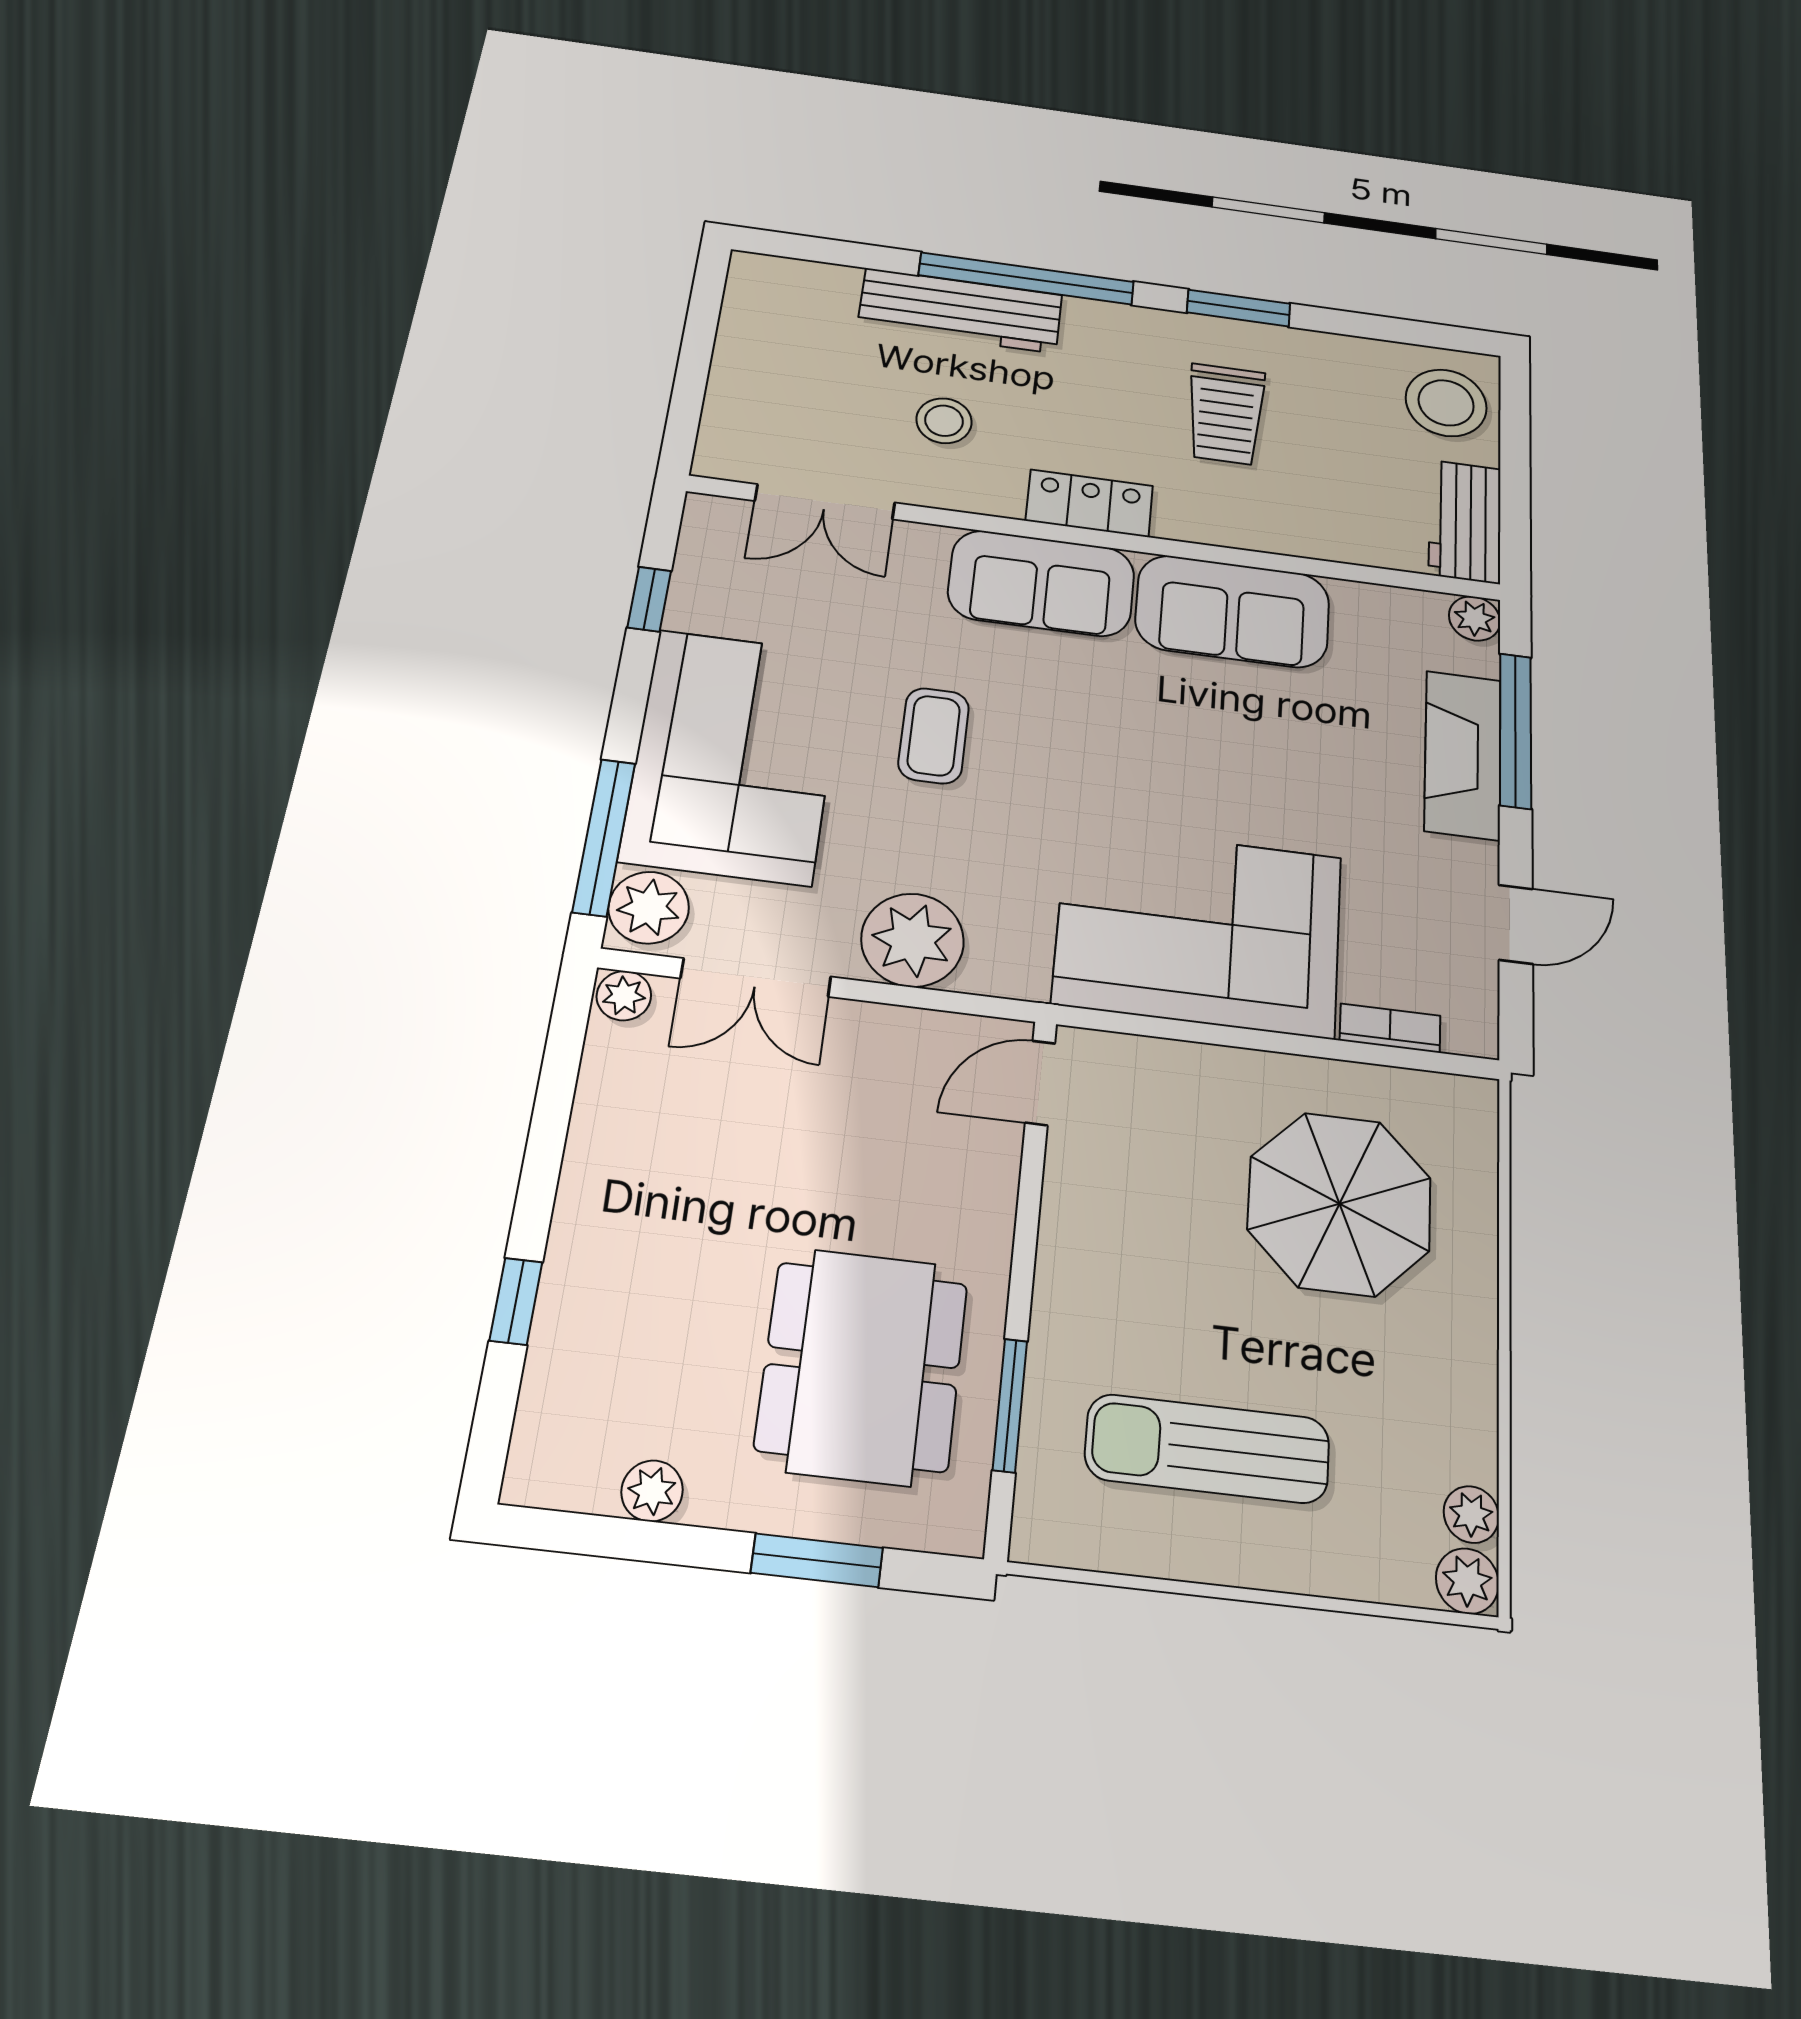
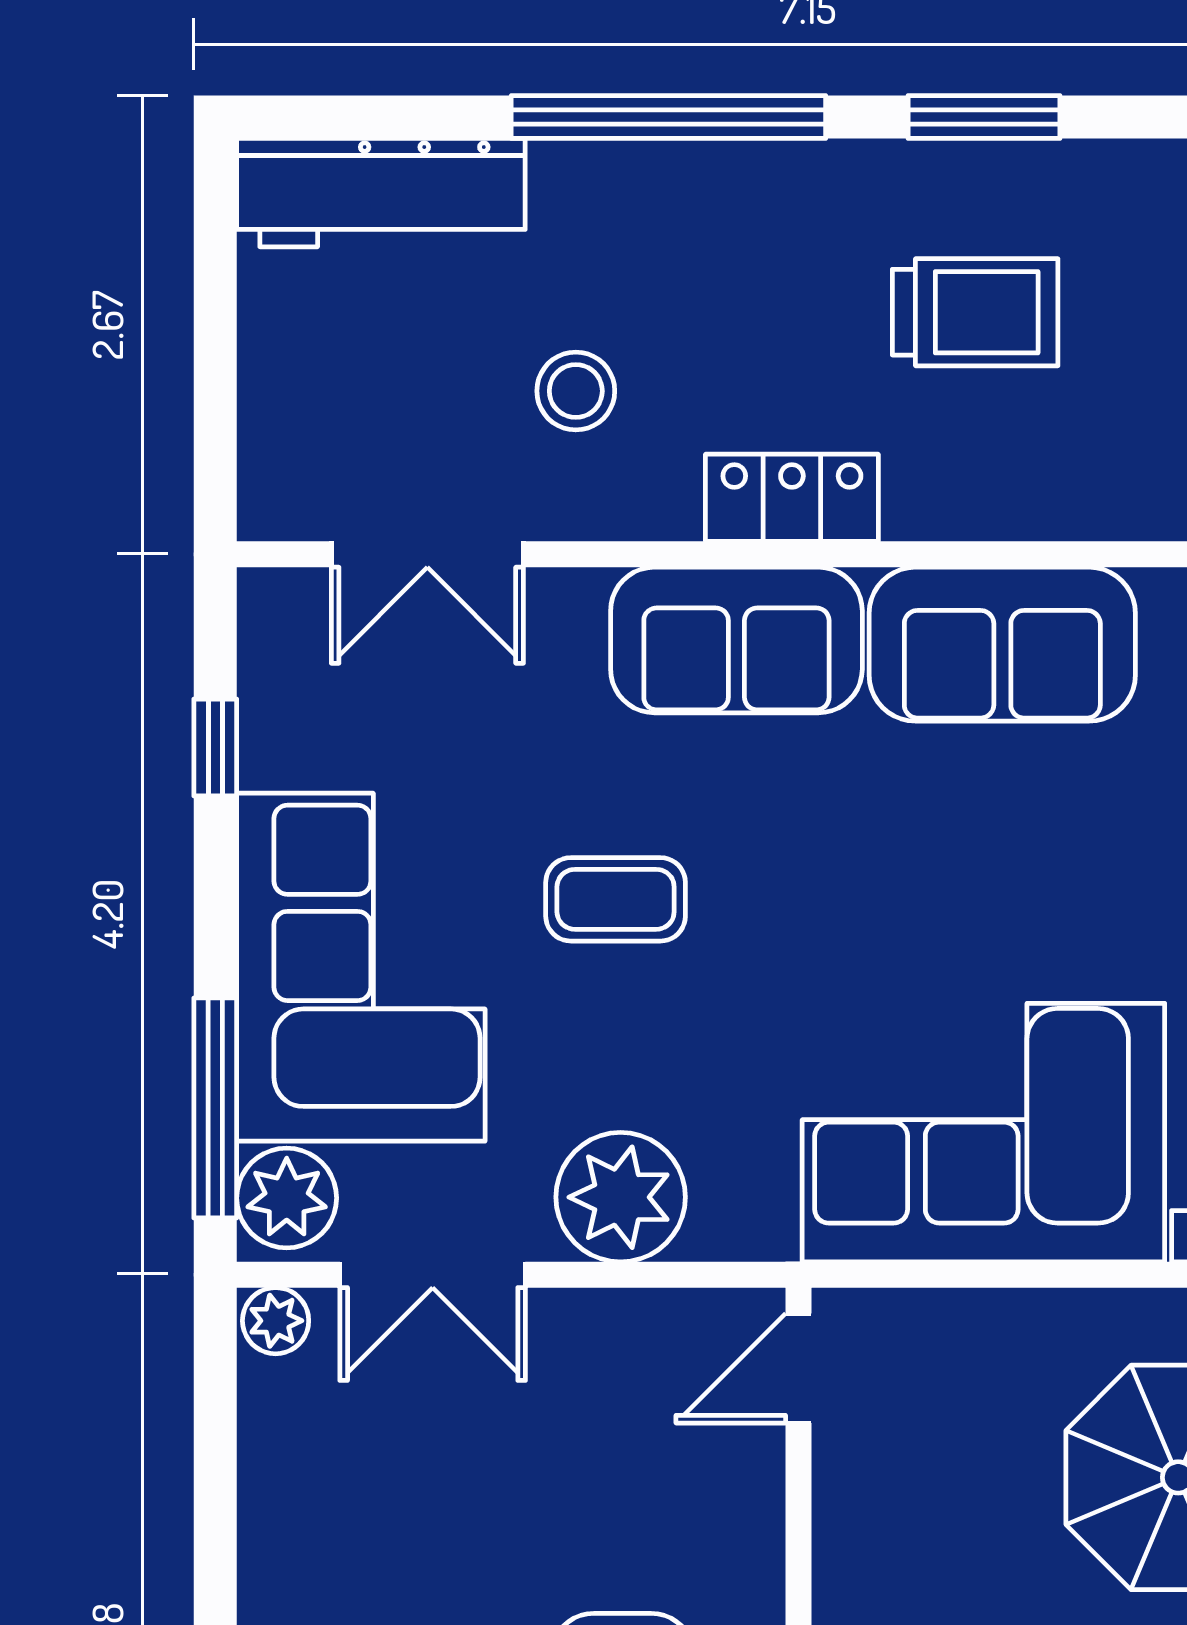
workbench: (960, 311) -> (381, 193), moved
trolley: (1226, 414) -> (975, 312), turned -90
coffee table: (934, 736) -> (616, 899), turned 90

